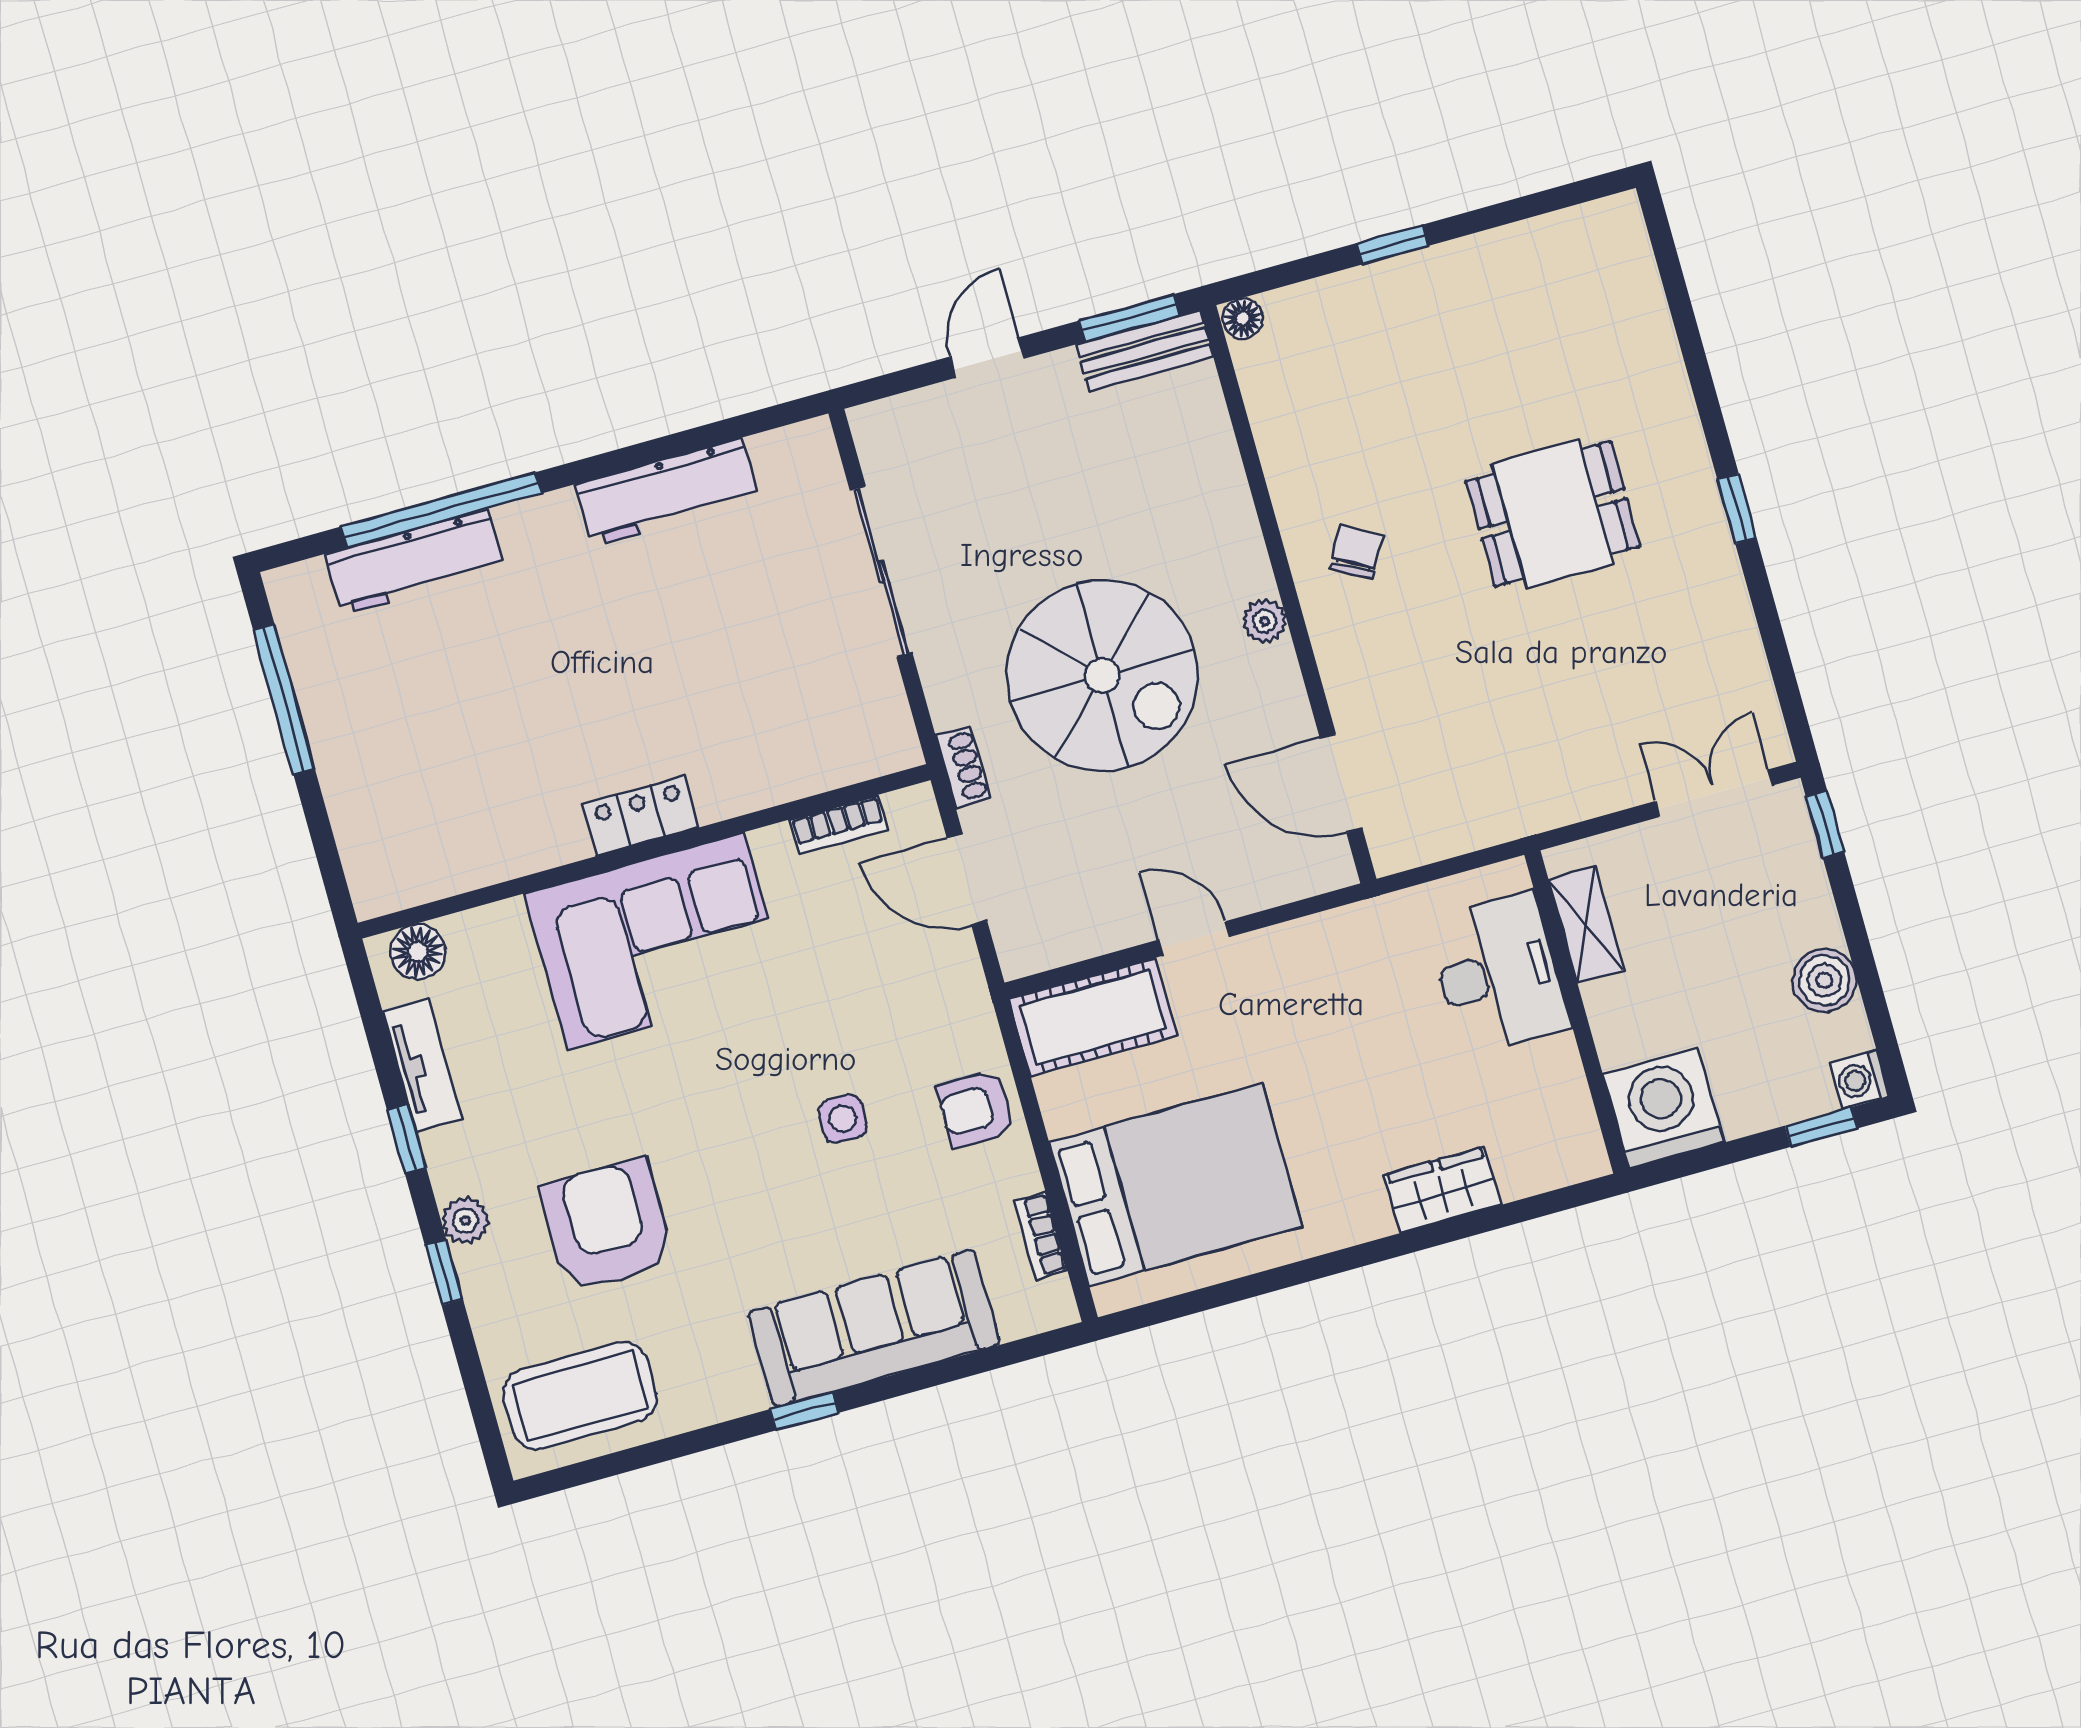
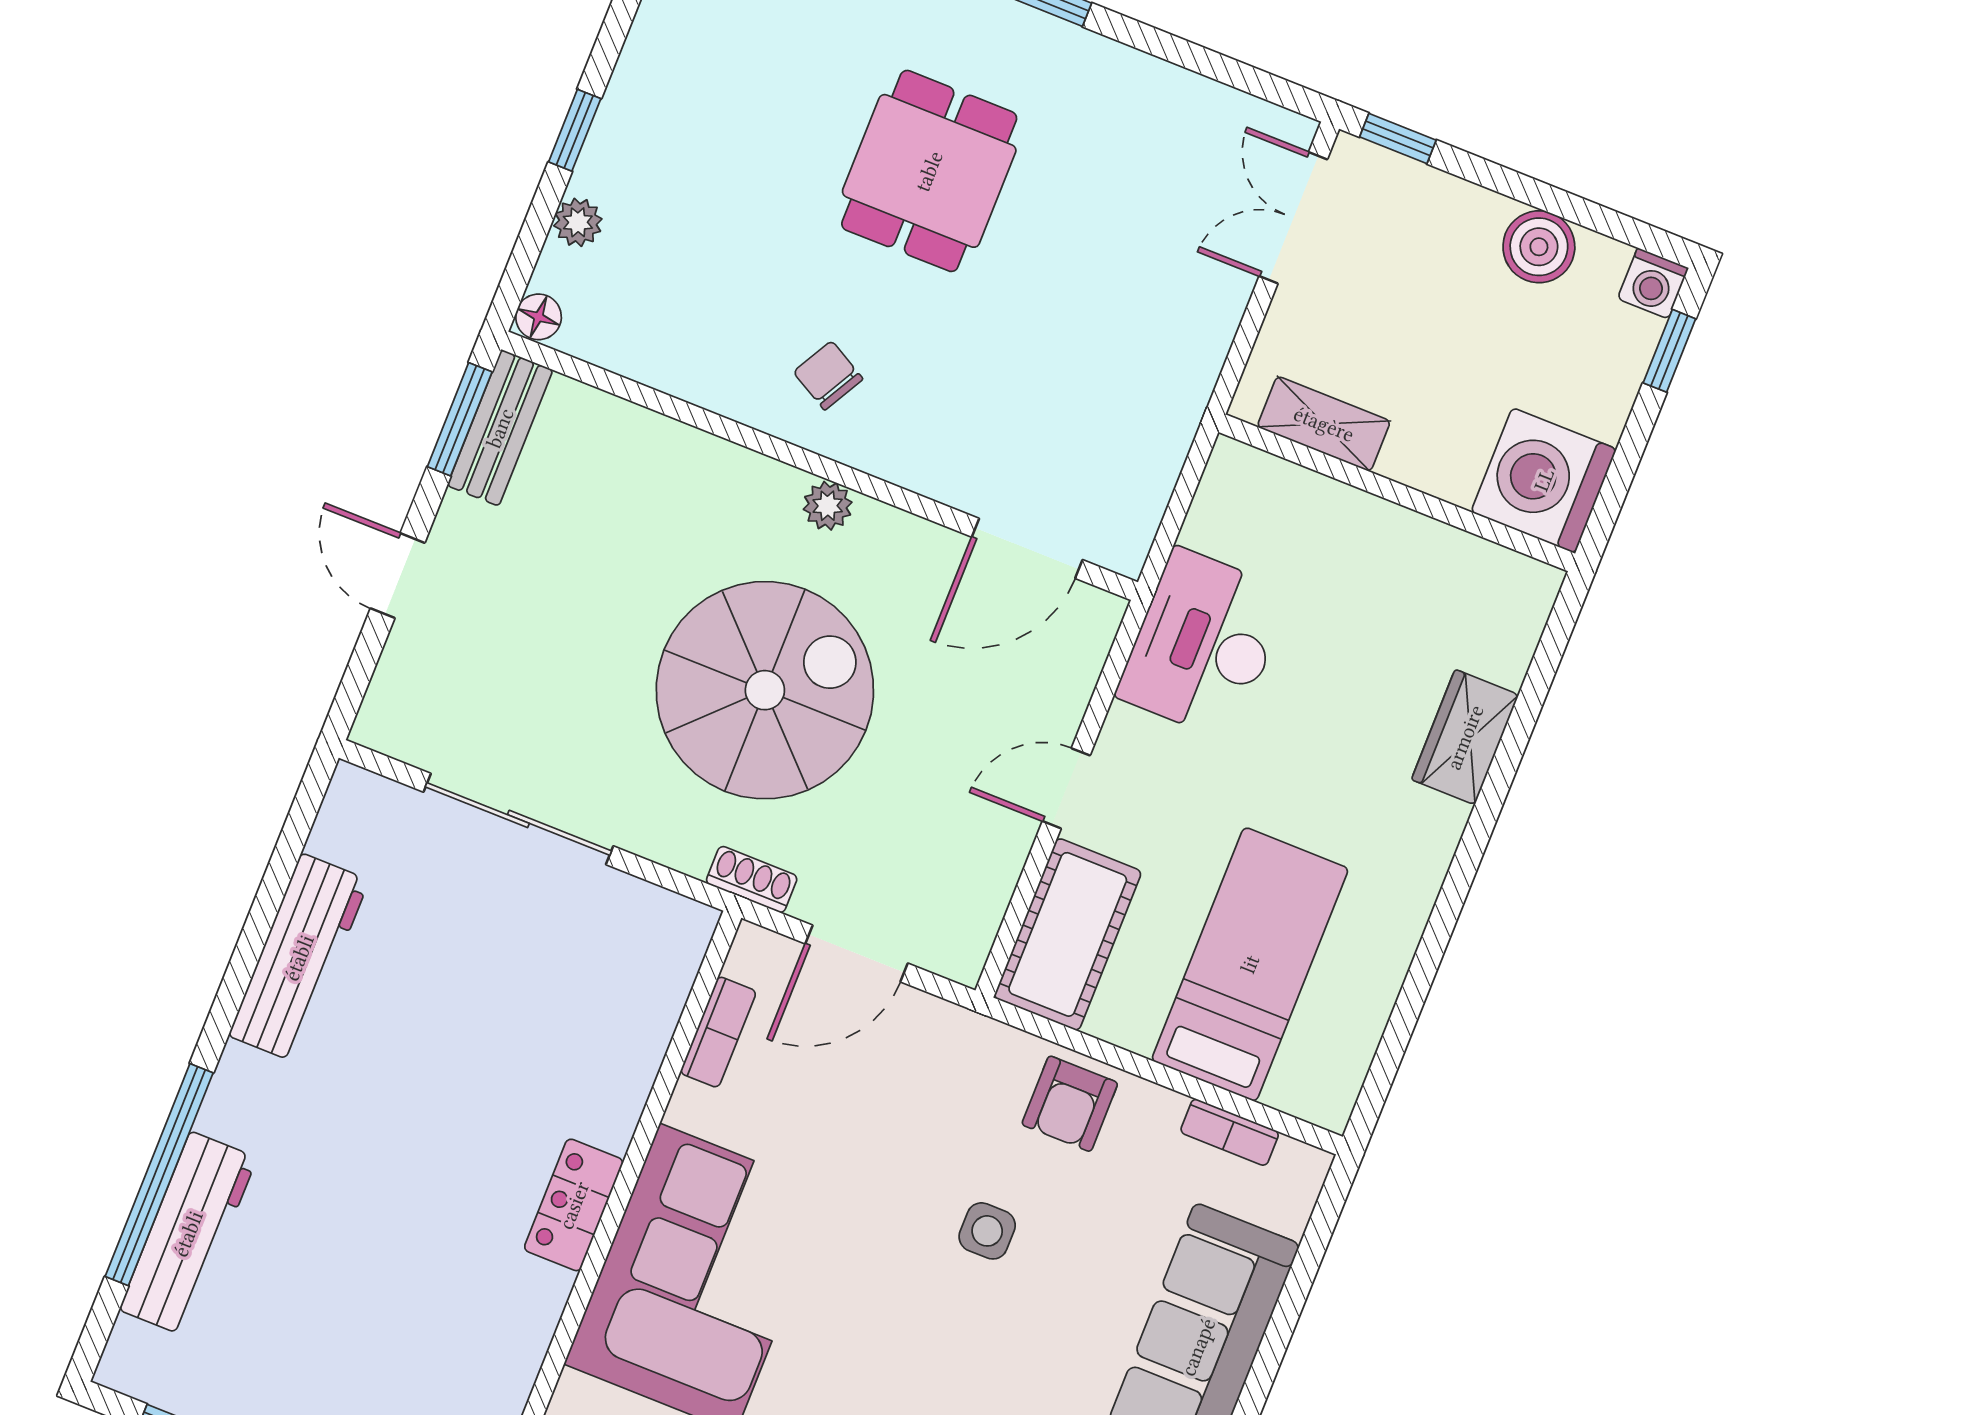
plant: (1330, 296) -> (578, 222), added
desk: (1498, 973) -> (1203, 644), moved, turned -90
bed: (1176, 1184) -> (1250, 964), width x0.67

